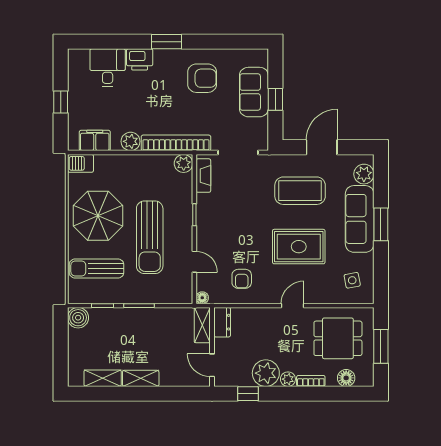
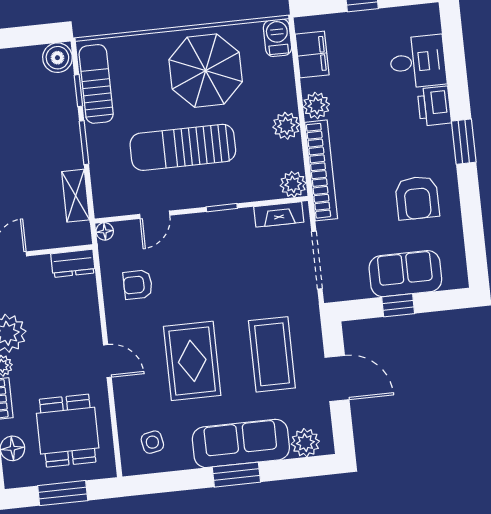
plant: (142, 164) -> (286, 126), added
sun lounger: (97, 269) -> (96, 84), moved
shelving: (202, 325) -> (76, 196), moved, turned 90

